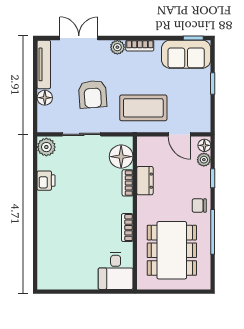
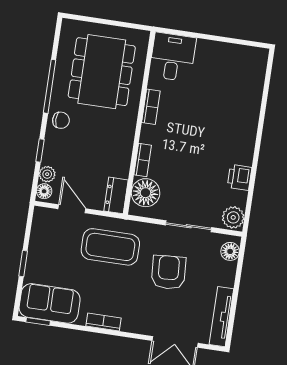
plant: (117, 47) -> (130, 324), removed
floor lamp: (45, 98) -> (230, 251), moved
dresser: (145, 181) -> (116, 195), moved

